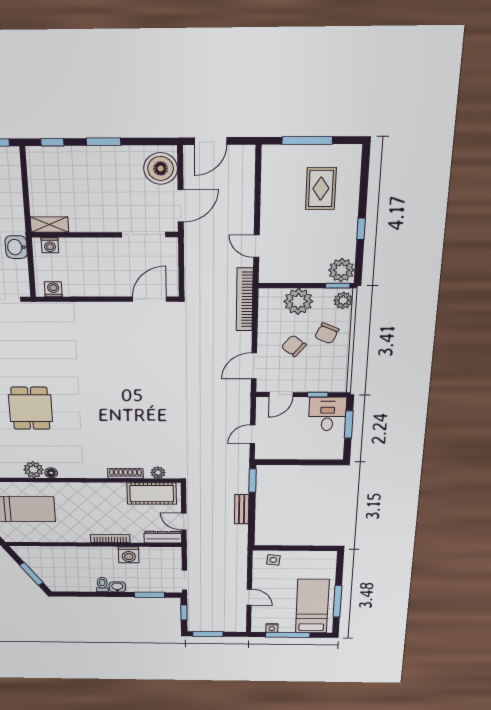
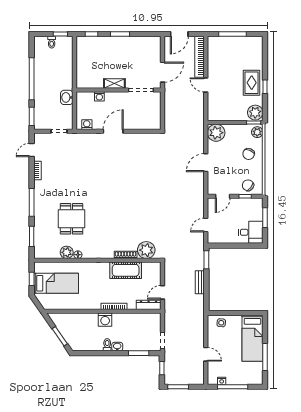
boiler: (161, 168) -> (151, 50), removed
rug: (321, 189) -> (252, 83), moved
shelving: (49, 225) -> (114, 83), moved
washing machine: (50, 245) -> (99, 96), moved
door: (256, 246) -> (206, 85), moved
door: (150, 299) -> (113, 131), moved
bookcase: (245, 300) -> (200, 57), moved
plant: (298, 301) -> (216, 133), moved
chair: (294, 346) -> (248, 185), moved
door: (254, 366) -> (206, 163), moved
dining table: (30, 408) -> (72, 219), moved
desk: (327, 414) -> (251, 232), moved, turned 90
plant: (158, 473) -> (146, 250), width x1.88, depth x1.88
cot: (152, 494) -> (126, 270), moved
door: (184, 522) -> (162, 292), hinge flipped
washing machine: (129, 555) -> (105, 320), moved
bed: (312, 606) -> (252, 338), moved, turned 180

